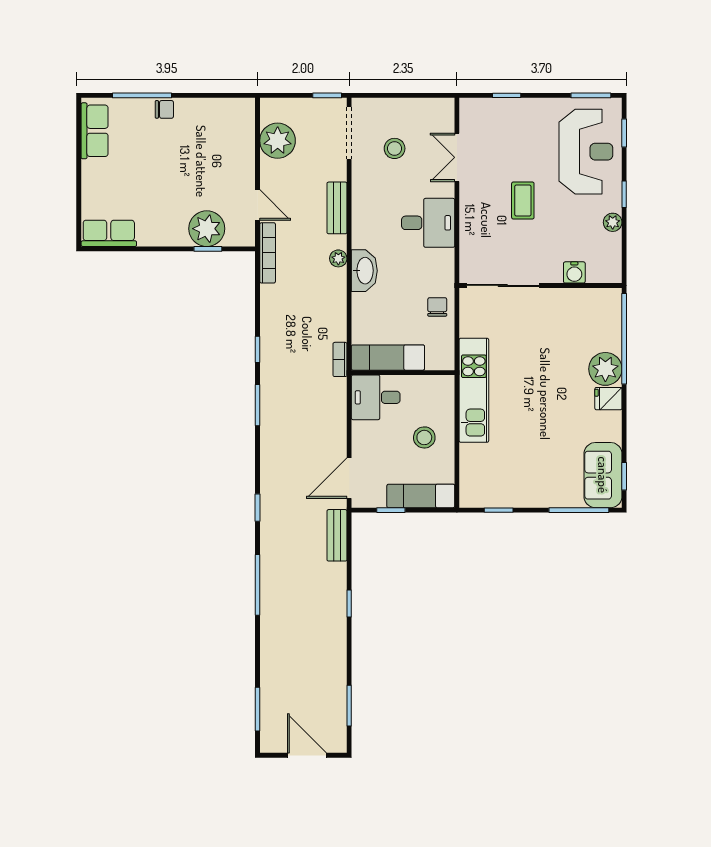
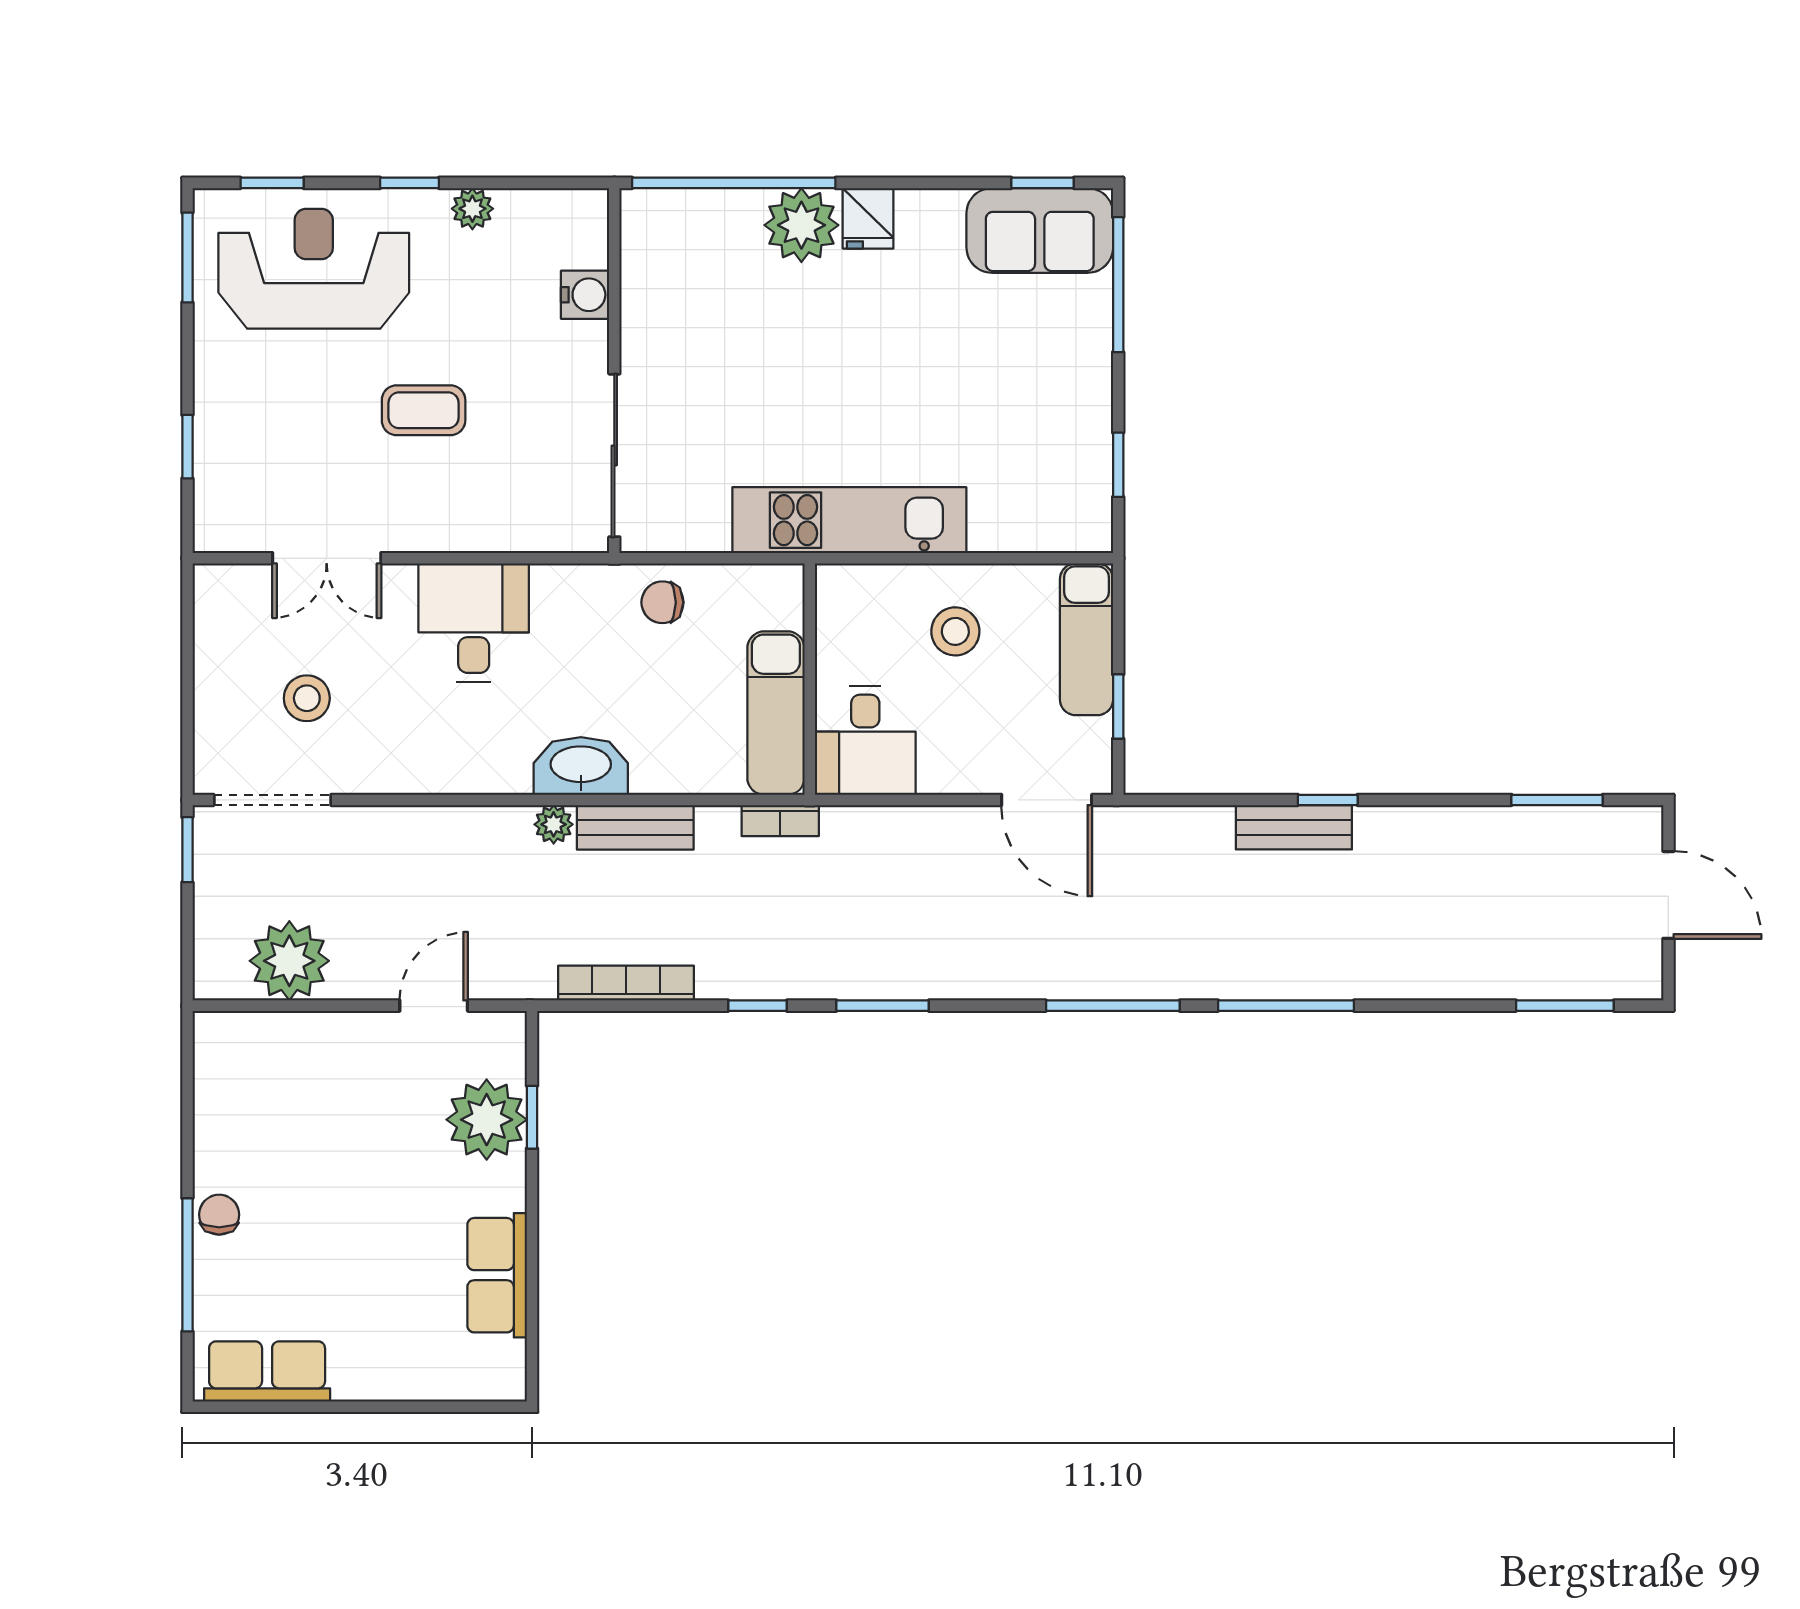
bench: (337, 208) -> (635, 827), moved
row of seats: (109, 233) -> (497, 1275), moved
bookcase: (268, 253) -> (626, 983), moved
window: (258, 508) -> (1113, 1006), width x2.17
bench: (337, 535) -> (1294, 827), moved
door: (307, 755) -> (1668, 895), swing flipped

